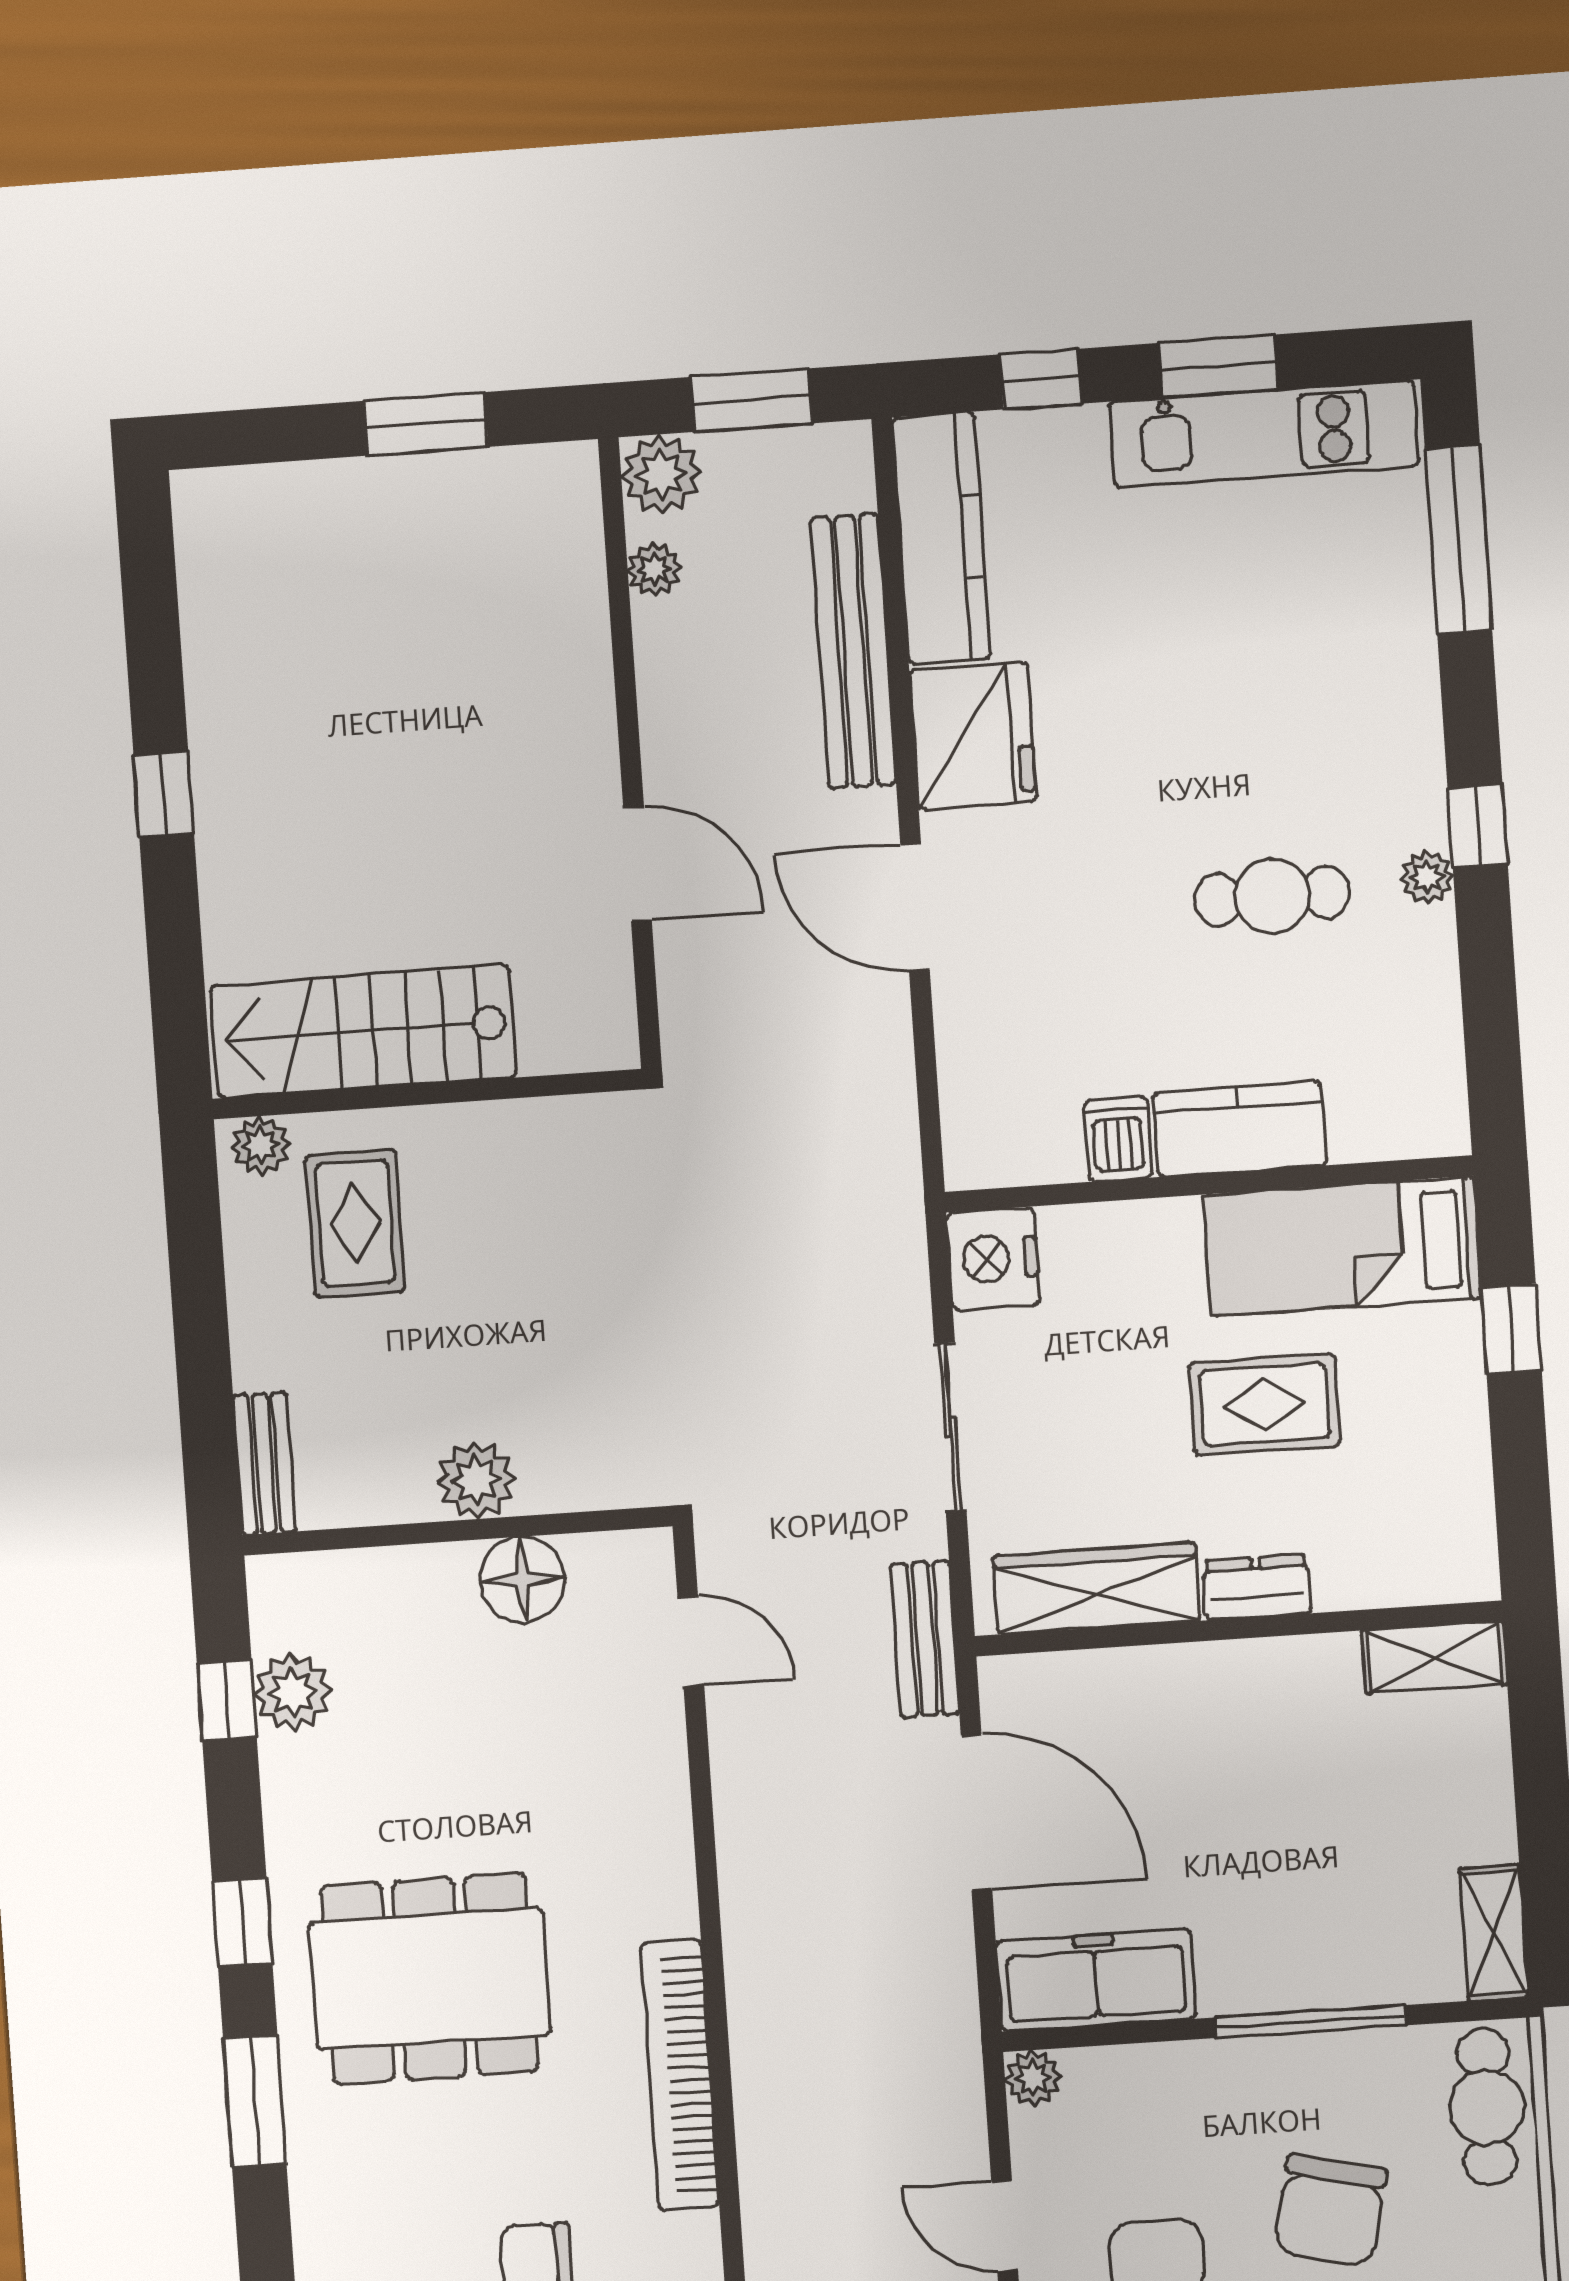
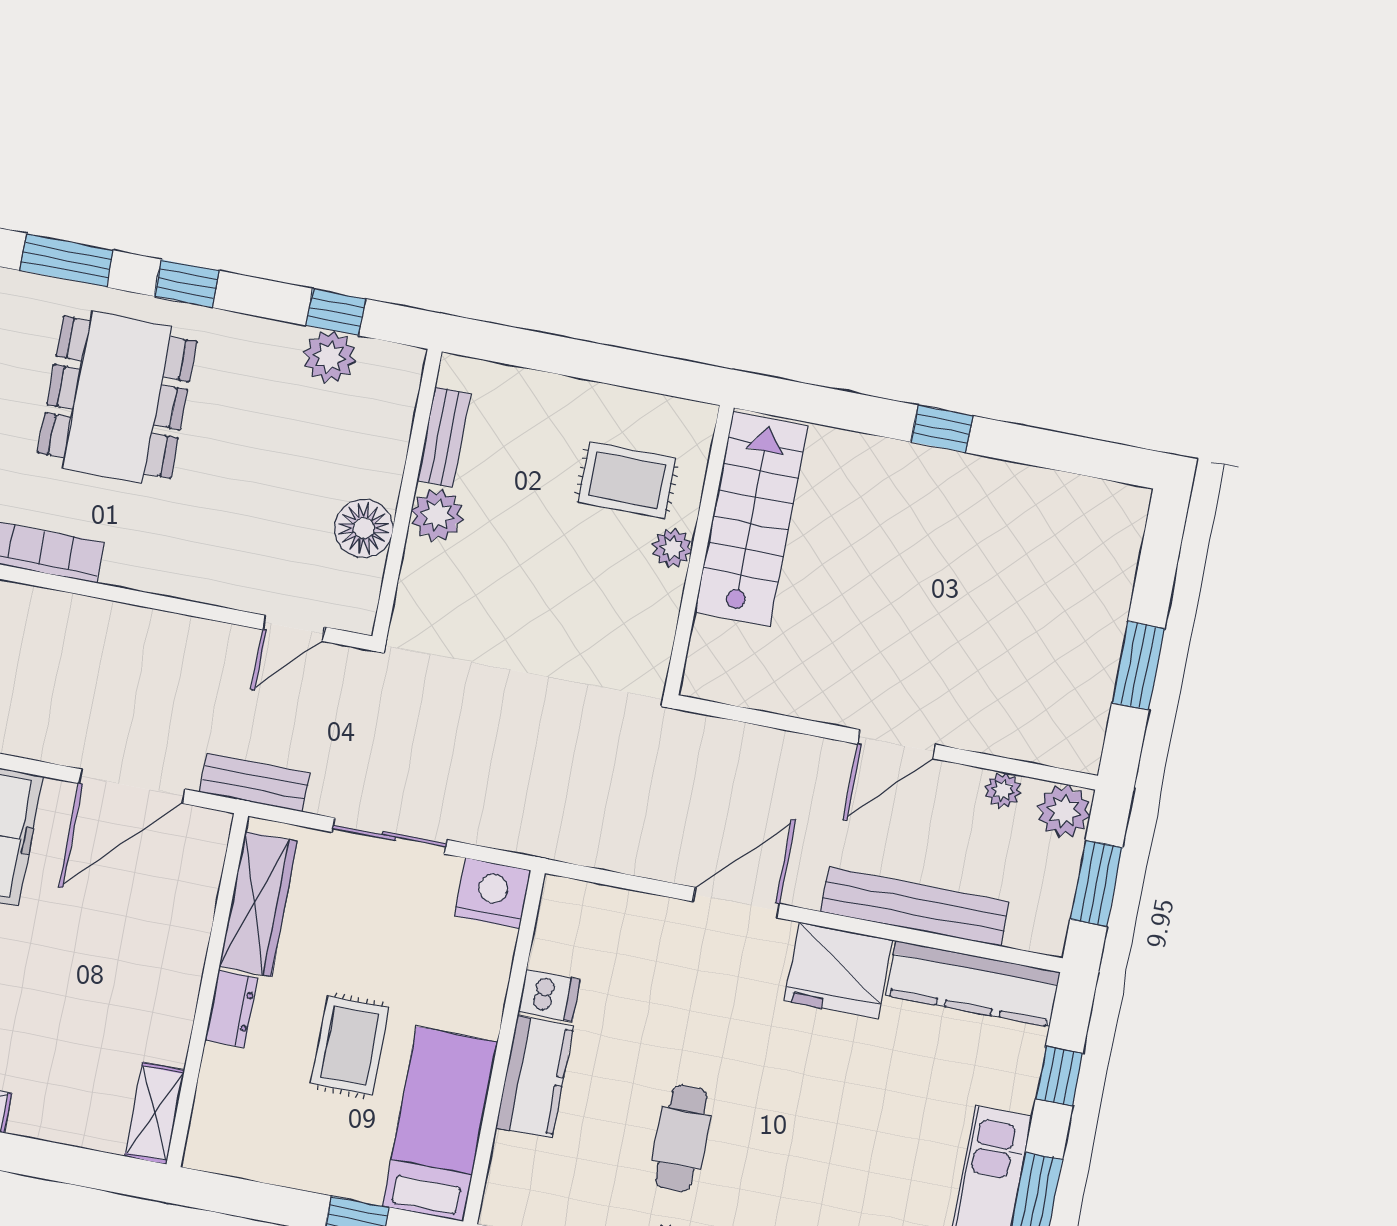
door: (637, 864) -> (896, 744), moved
plant: (261, 1145) -> (672, 548), moved
bench: (264, 1463) -> (444, 437), moved, turned 90

